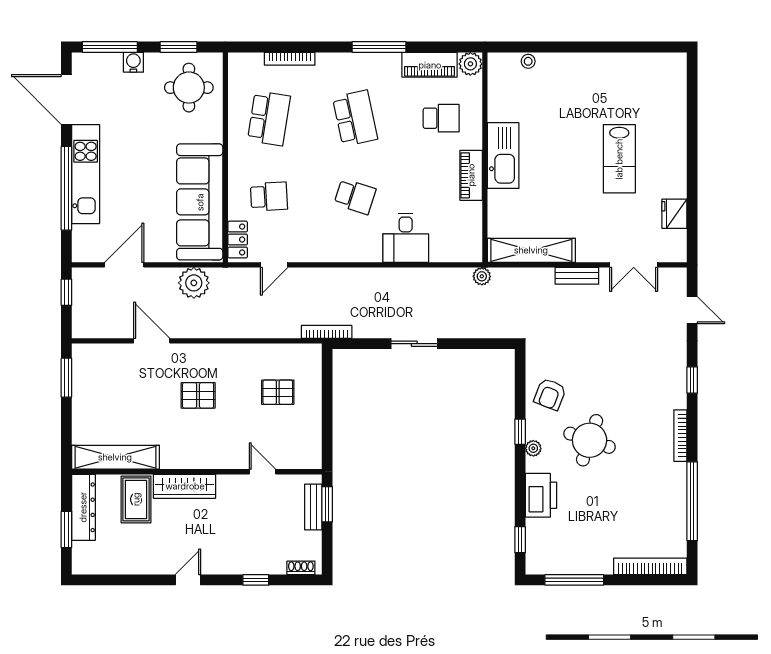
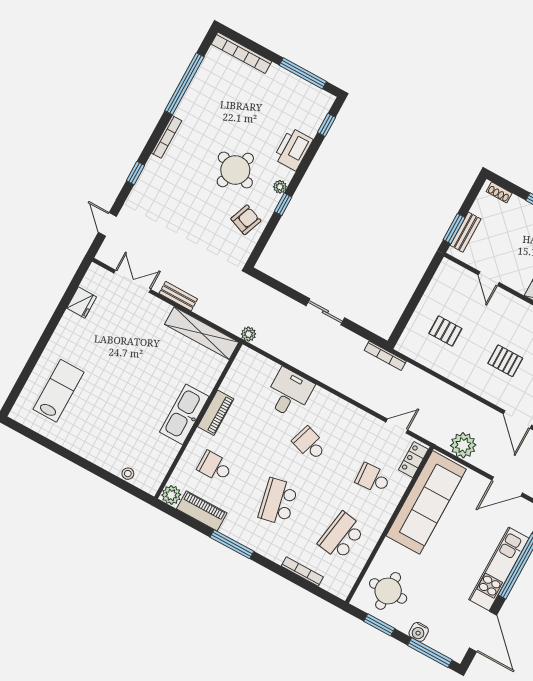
lab bench: (619, 159) -> (59, 391), moved

